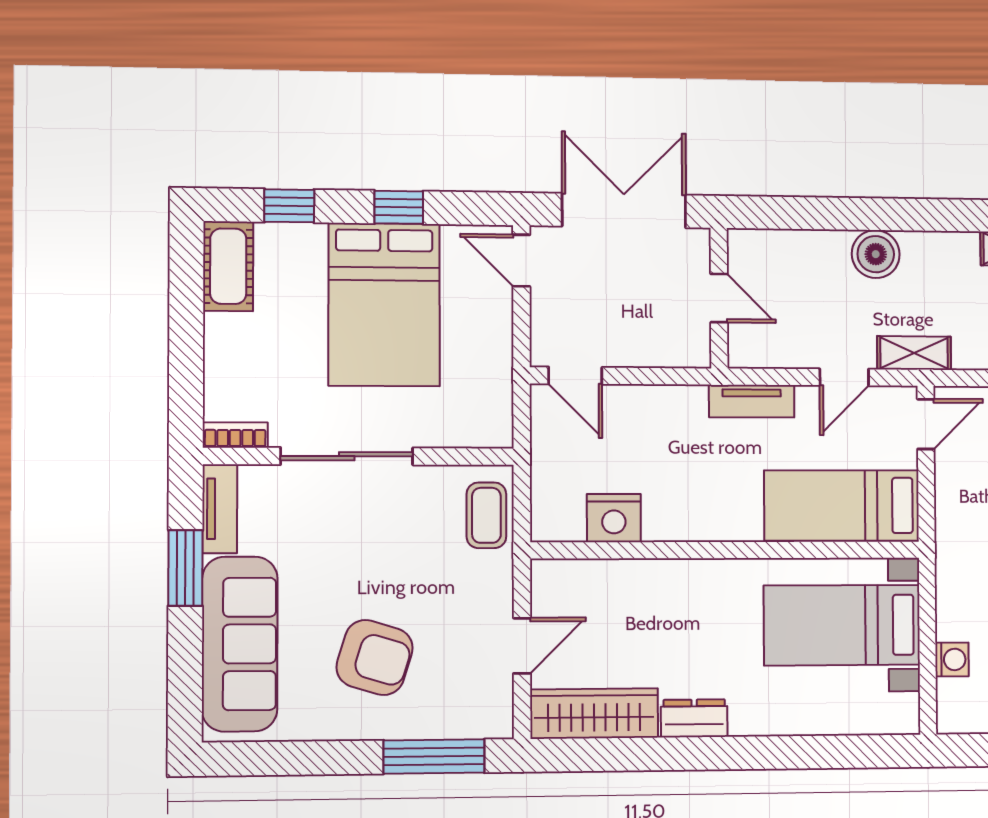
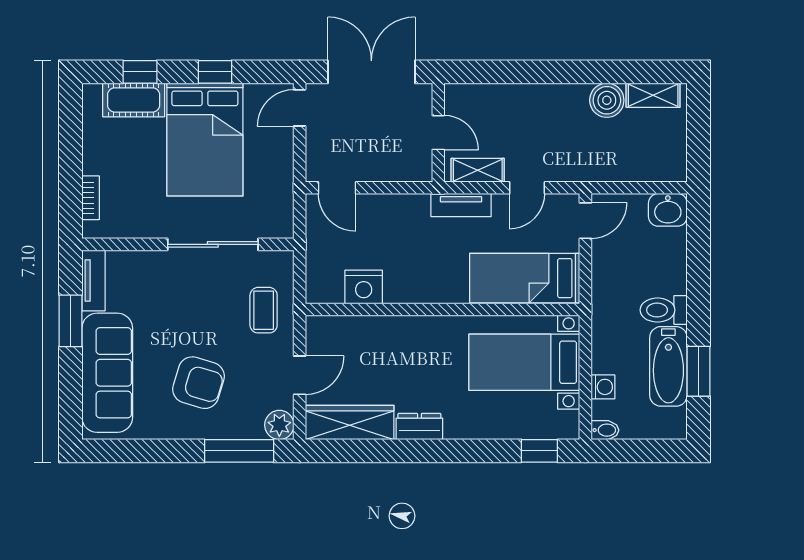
boiler: (876, 254) -> (607, 100), moved
door: (521, 261) -> (300, 108), hinge flipped
cot: (228, 266) -> (134, 100), moved, turned 90
shelving: (914, 353) -> (478, 170), moved
bookcase: (235, 435) -> (91, 198), moved, turned 90
sliding door: (347, 456) -> (213, 244), moved
coffee table: (486, 515) -> (264, 310), moved
plant: (493, 718) -> (279, 425), added
bidet: (955, 721) -> (605, 430), added
window: (864, 751) -> (539, 451), added

